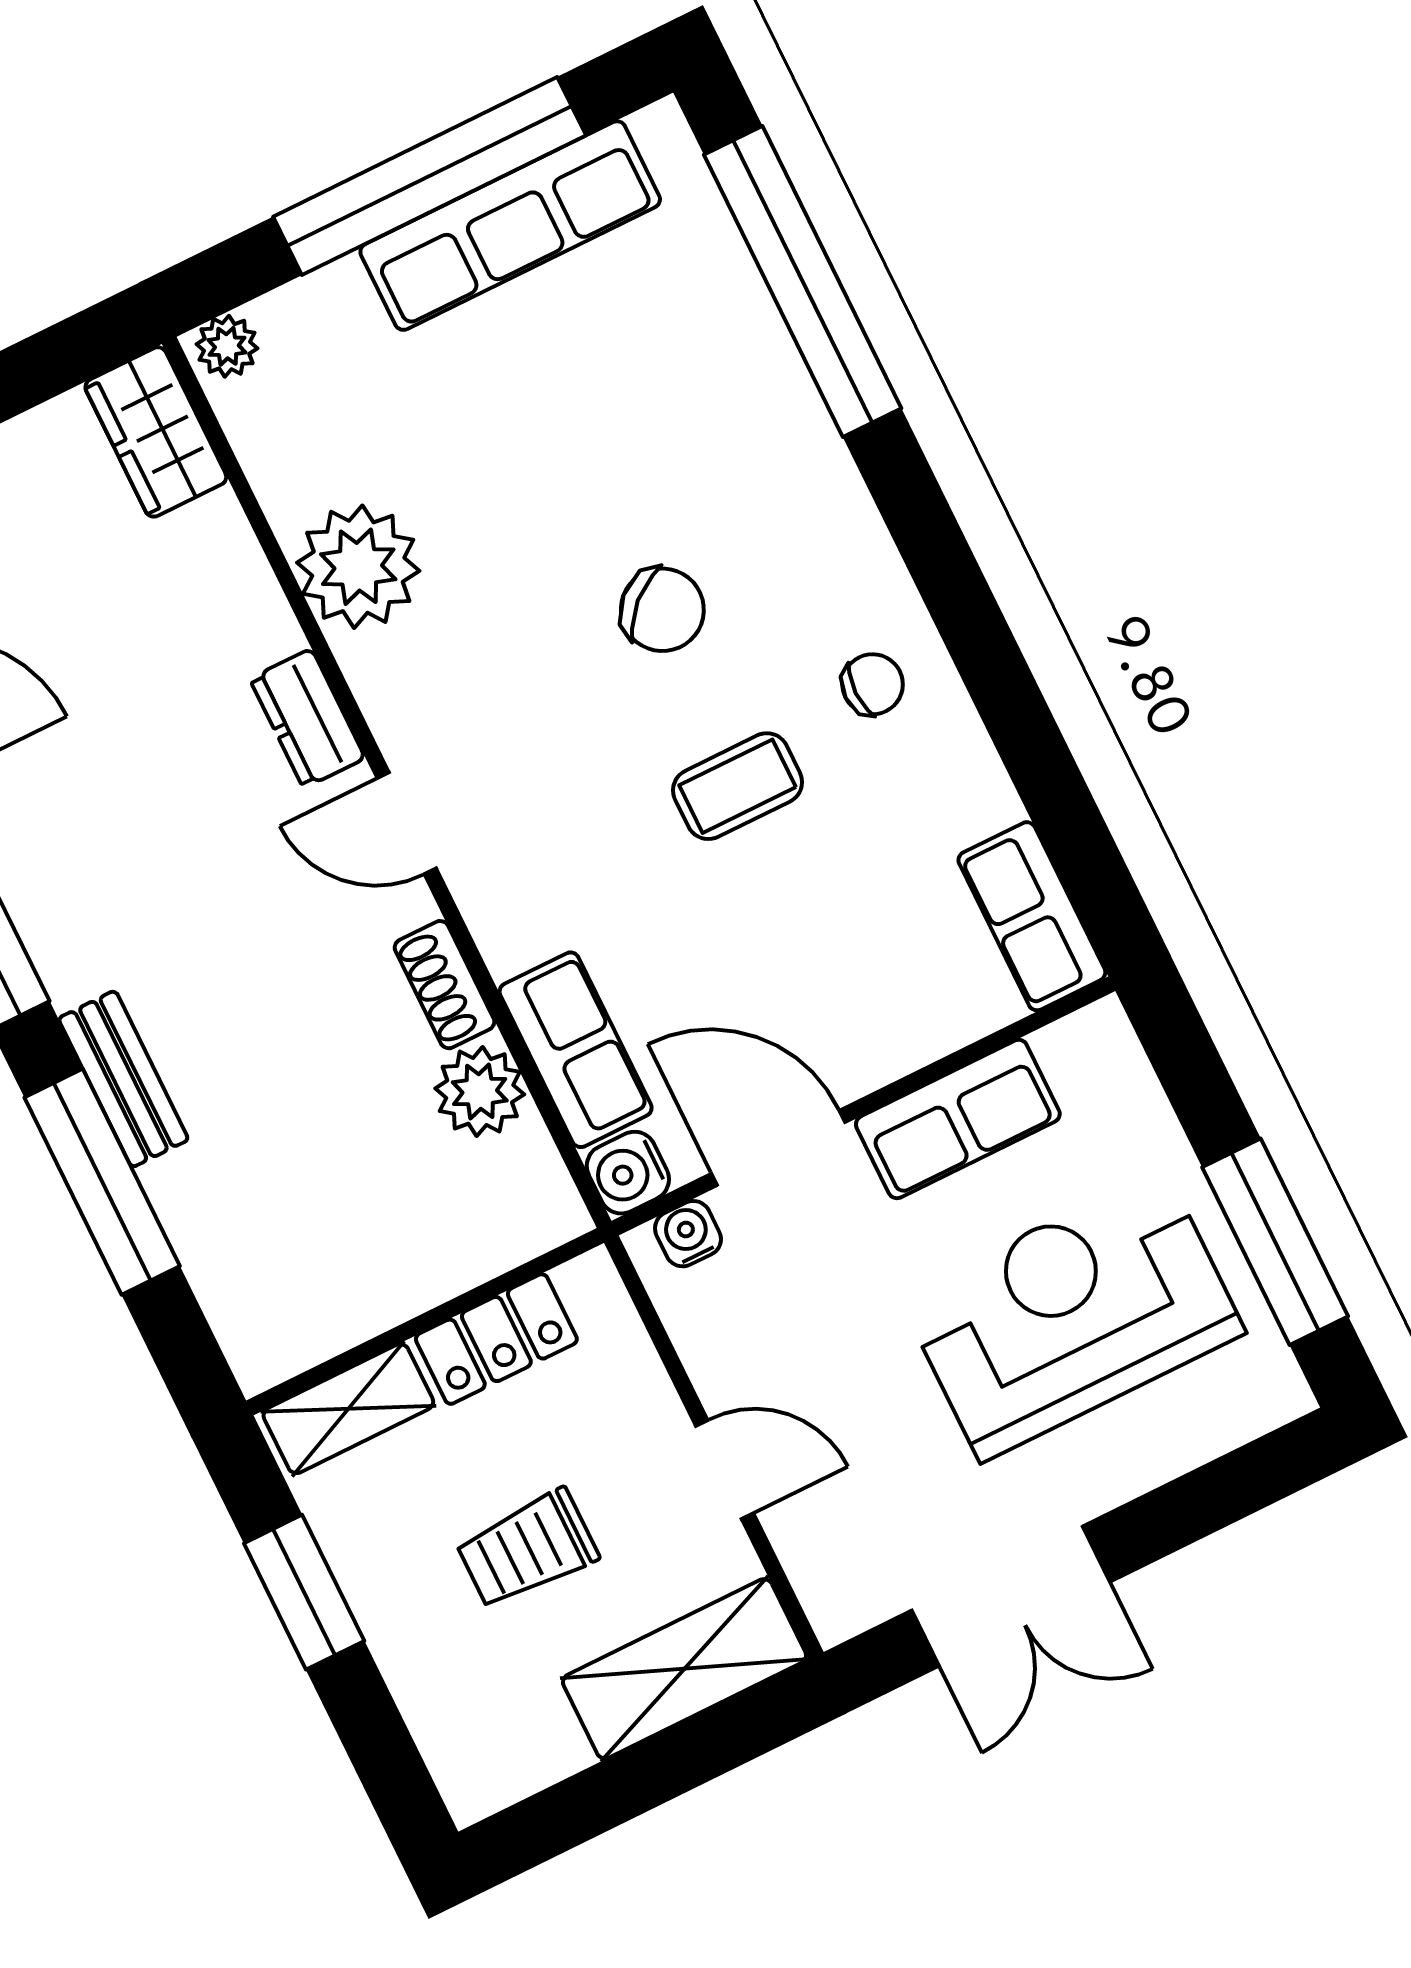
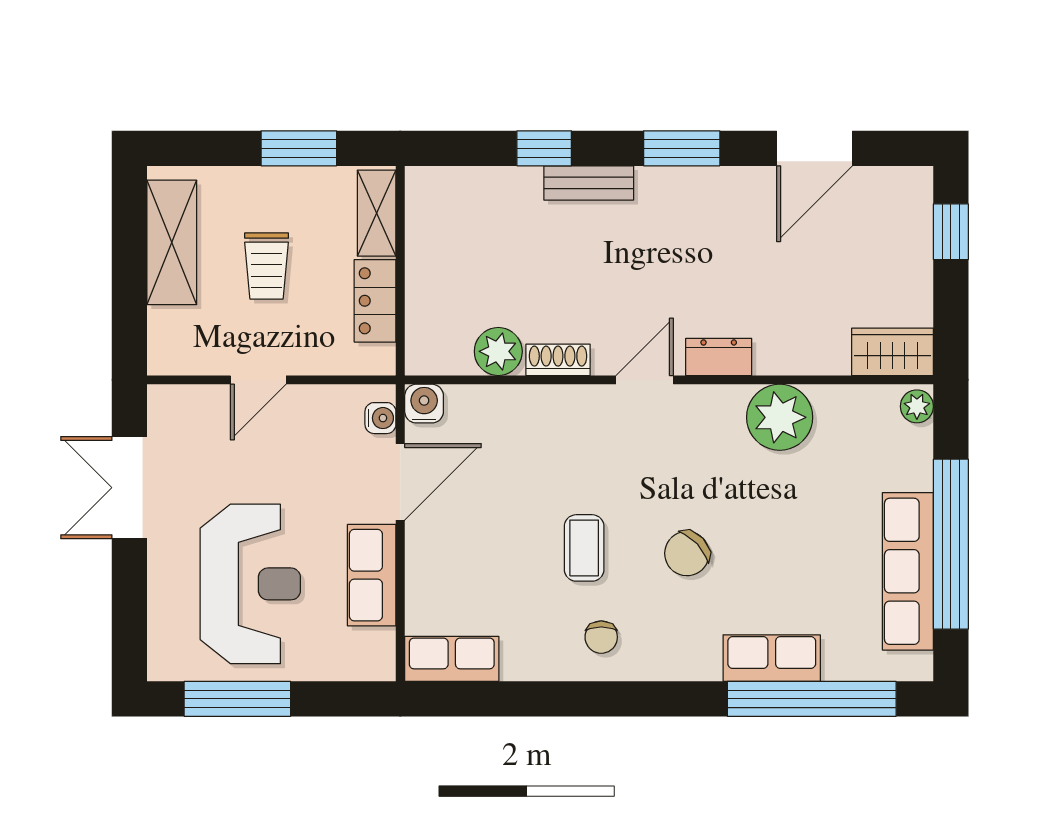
row of seats: (576, 1050) -> (772, 658), moved, turned 180
window: (102, 1182) -> (544, 148), width x0.46
trolley: (527, 1549) -> (267, 266), turned 180
shelving: (685, 1669) -> (172, 242), moved

